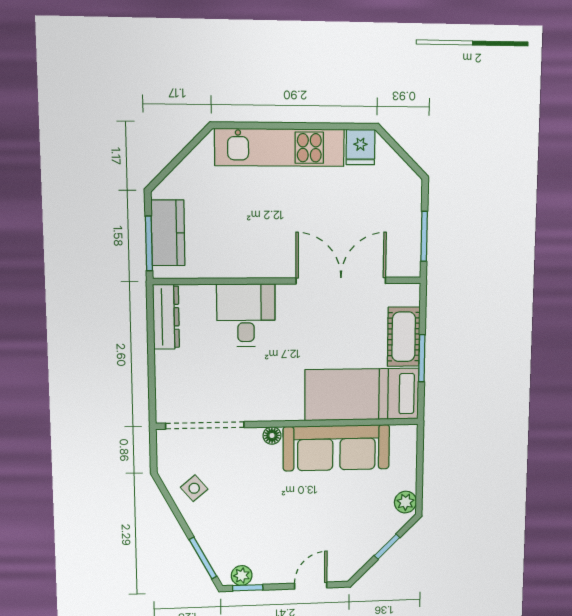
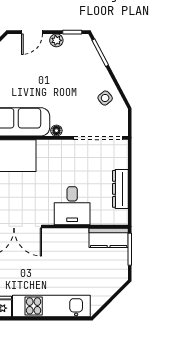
kitchen counter: (168, 233) -> (109, 238), moved, turned -90
dresser: (166, 317) -> (120, 189), moved
plant: (242, 576) -> (56, 40), moved

